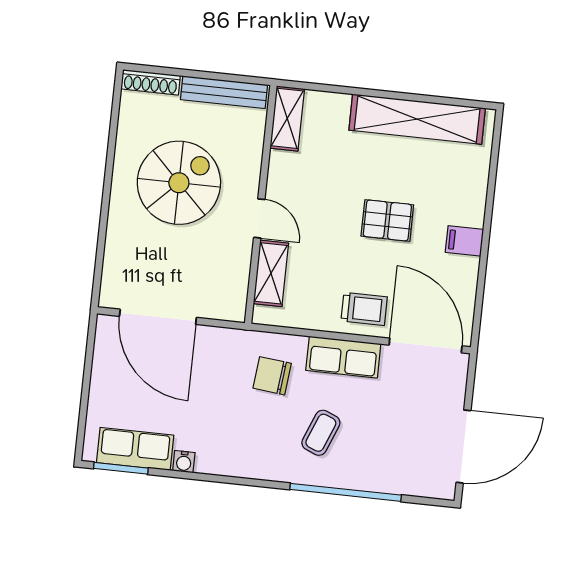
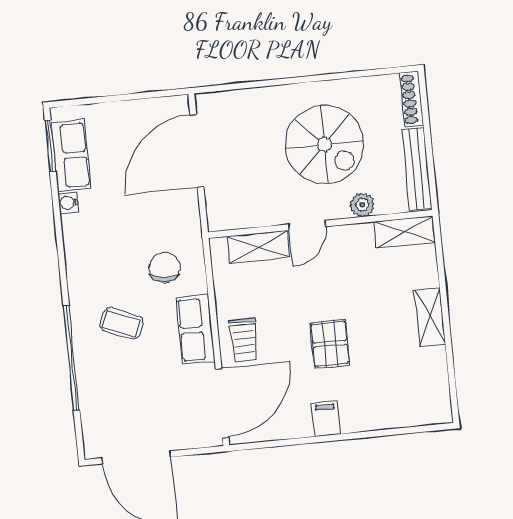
shelving: (417, 119) -> (430, 317), width x0.45, depth x0.75
plant: (250, 157) -> (362, 205), added

